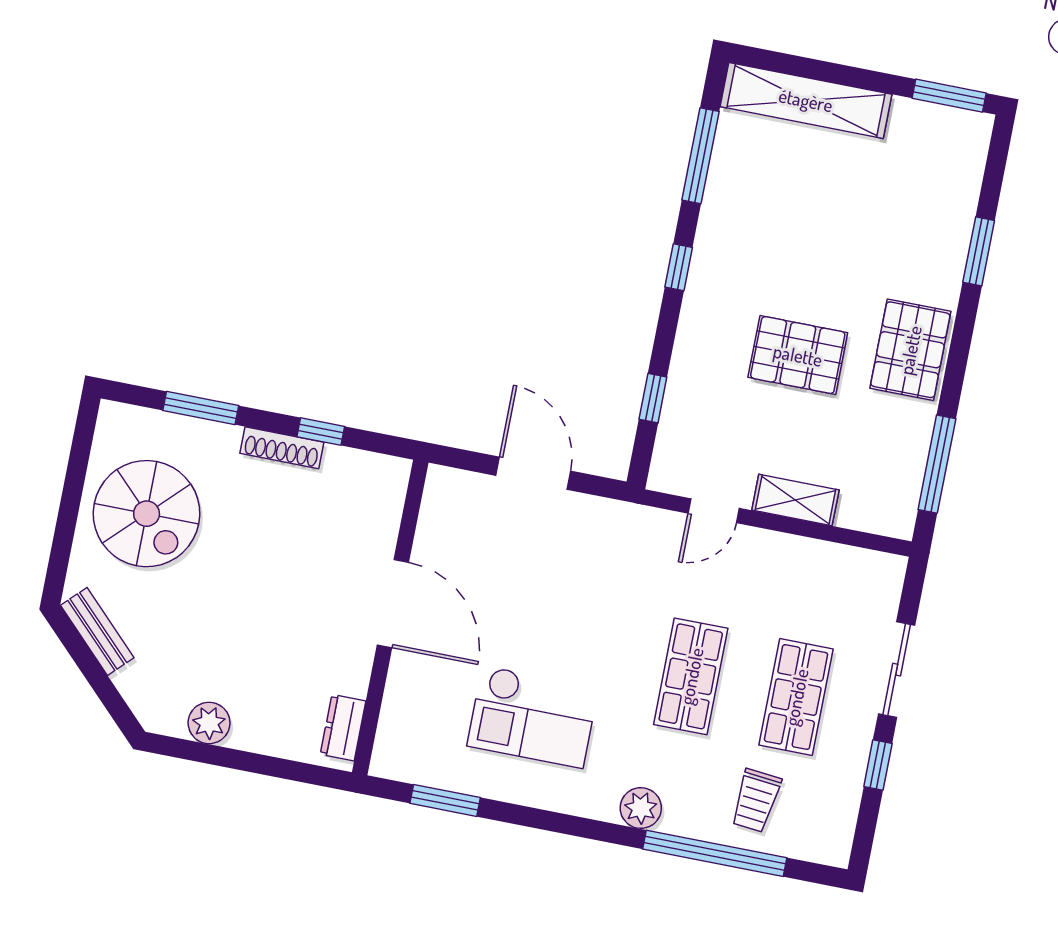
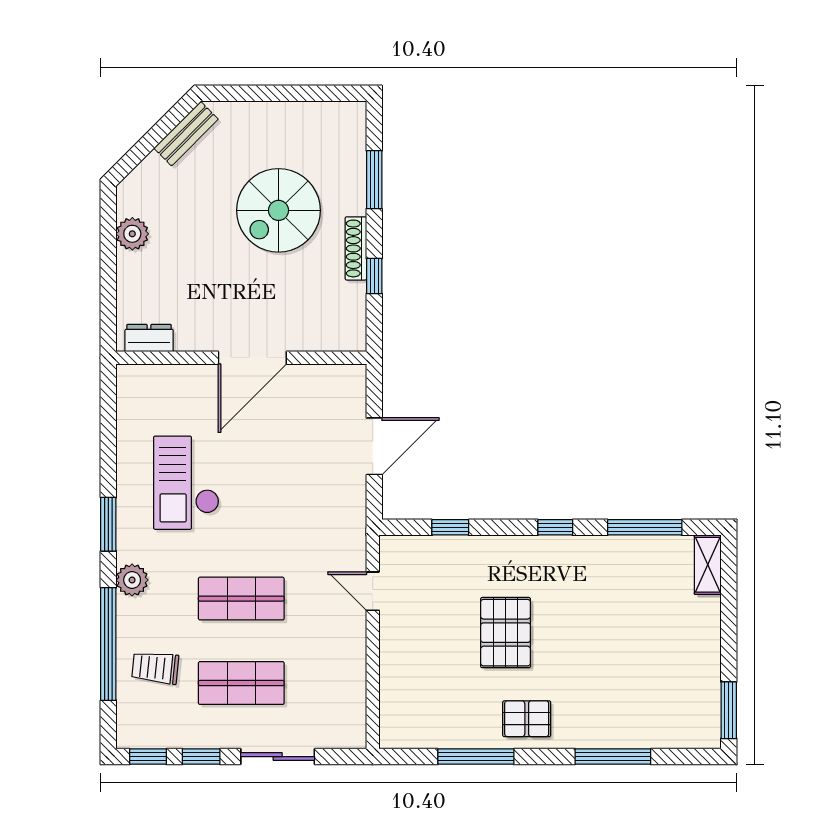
shelving: (806, 100) -> (708, 565), width x0.45, depth x0.75
window: (979, 251) -> (613, 757), width x1.44
pallet: (910, 350) -> (527, 719), width x0.67, depth x0.71
window: (937, 464) -> (476, 757), moved
shelving: (795, 500) -> (393, 653), removed
spiral stairs: (147, 514) -> (278, 210), moved
window: (445, 800) -> (108, 524), moved
window: (865, 831) -> (148, 757), added

